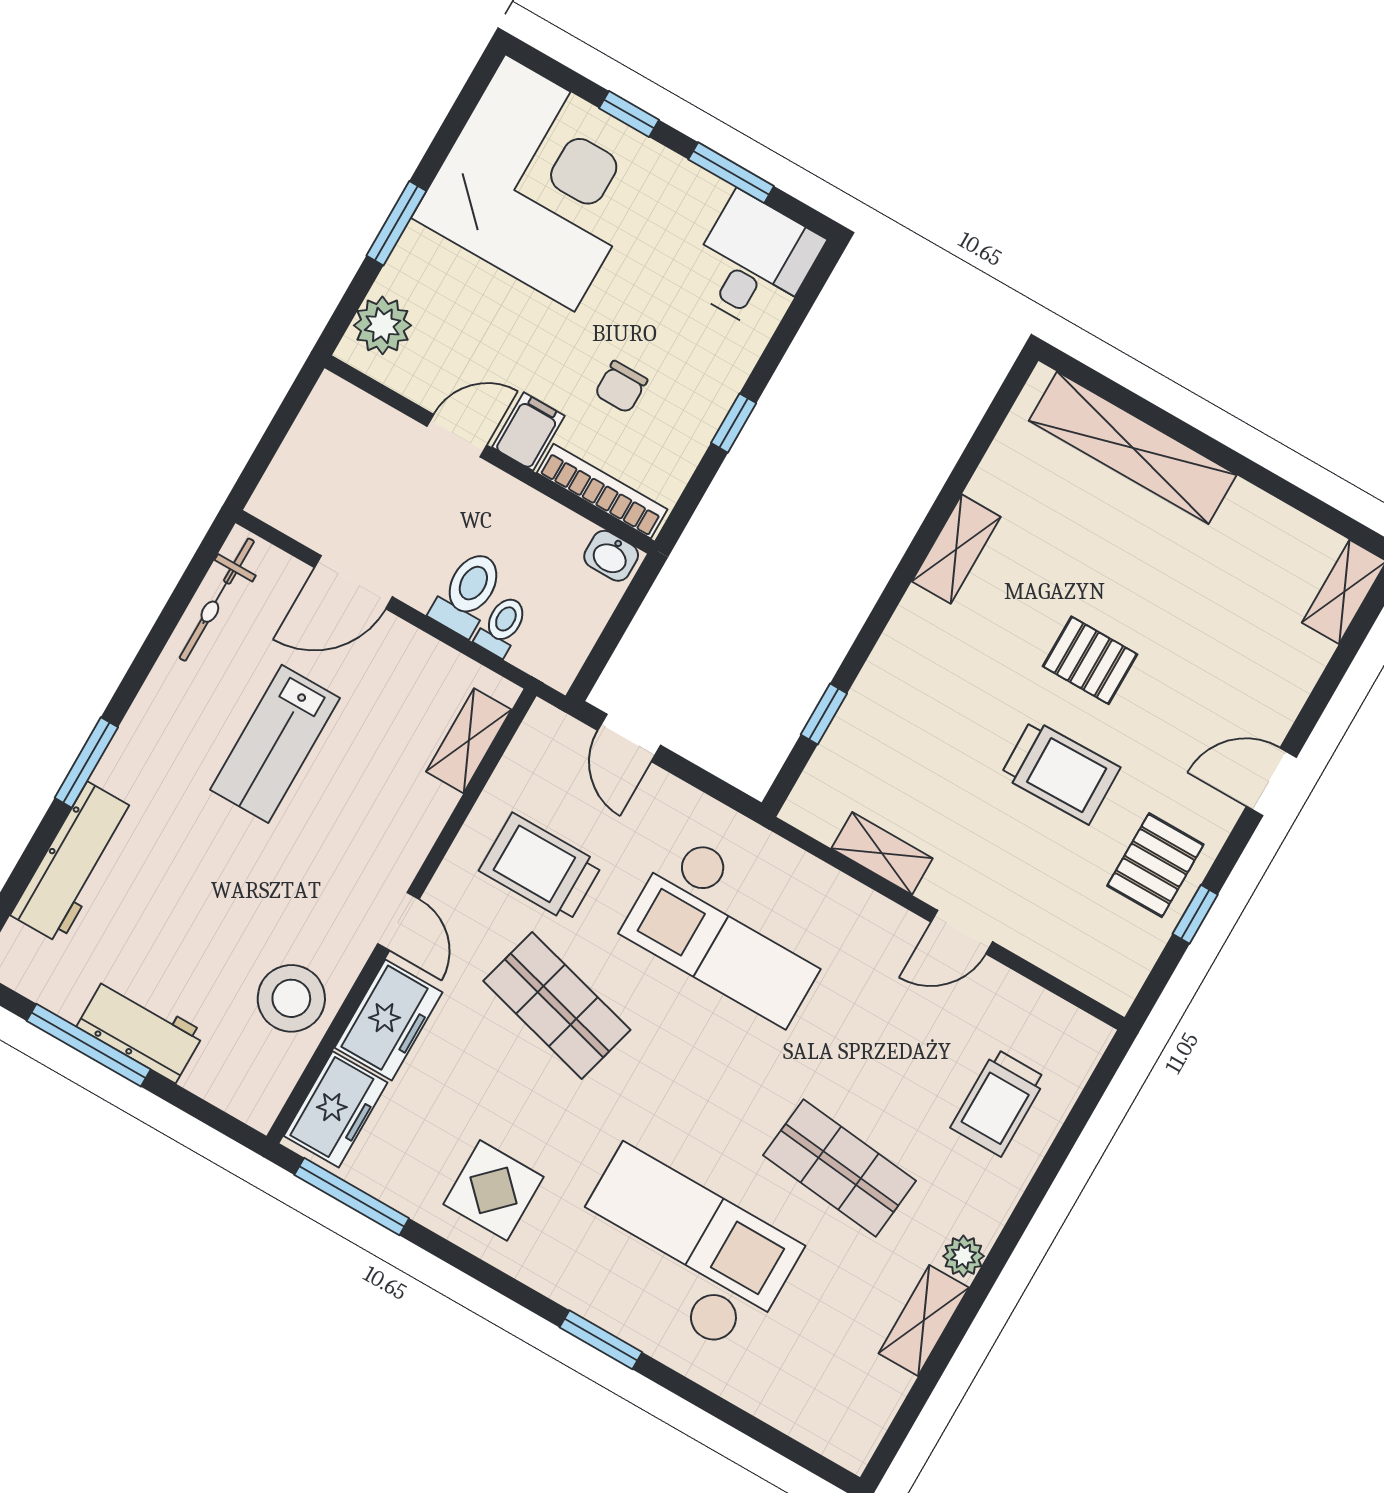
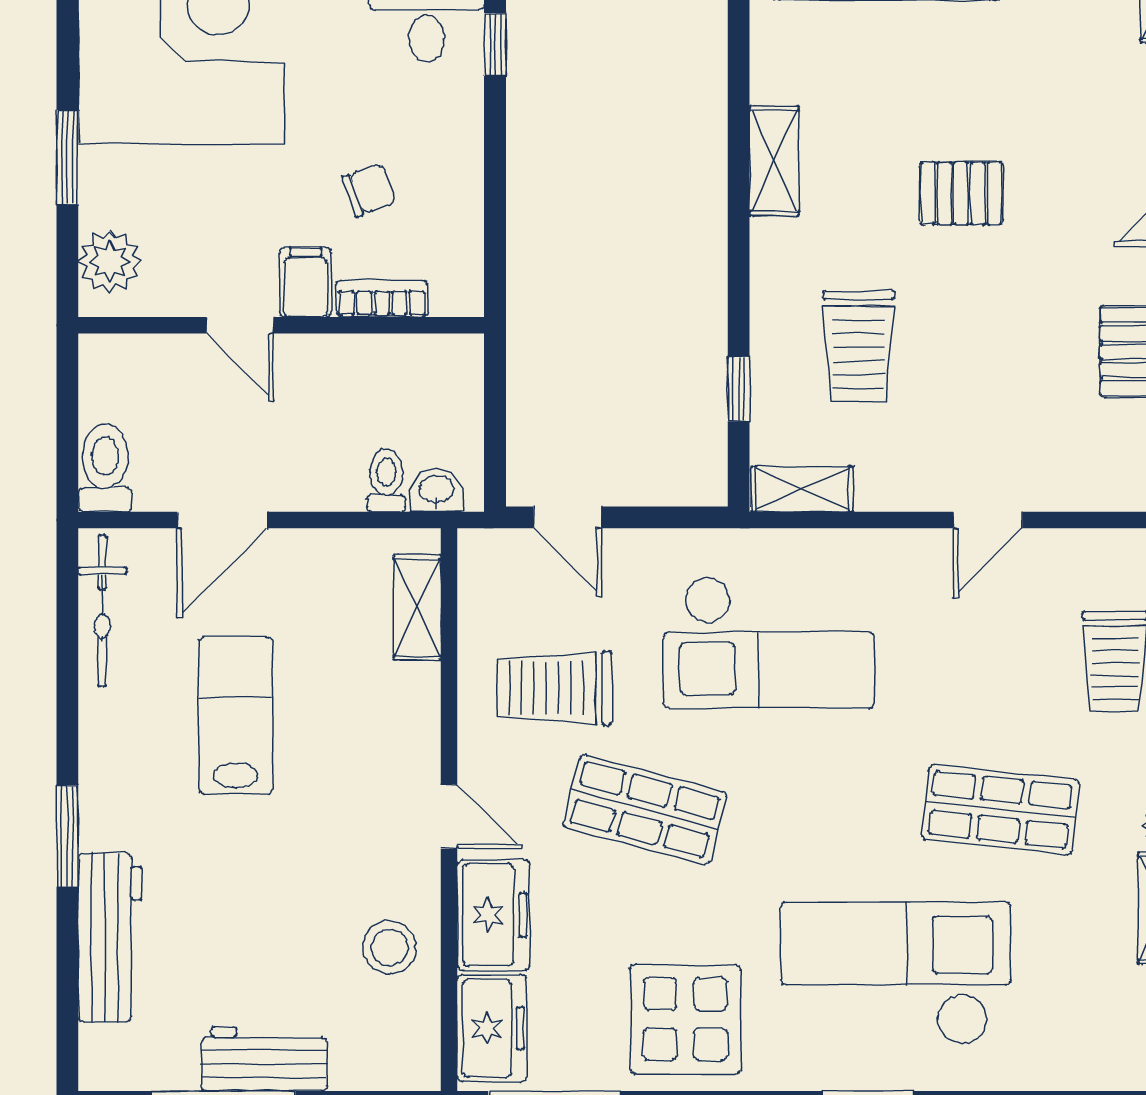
chair: (621, 387) -> (369, 190), turned -110
window: (734, 423) -> (495, 45), moved
door: (457, 436) -> (240, 325), swing flipped
bookcase: (602, 491) -> (382, 299), width x0.64
washbasin: (611, 556) -> (436, 490), moved, turned 180
toilet: (468, 593) -> (105, 468), moved
lab bench: (275, 744) -> (236, 716), turned 180
trolley: (1060, 772) -> (859, 346), moved, turned 91
shelving: (882, 853) -> (802, 489), moved
stool: (291, 998) -> (390, 947), width x0.73, depth x0.73
display table: (494, 1190) -> (685, 1019), width x1.36, depth x1.36

